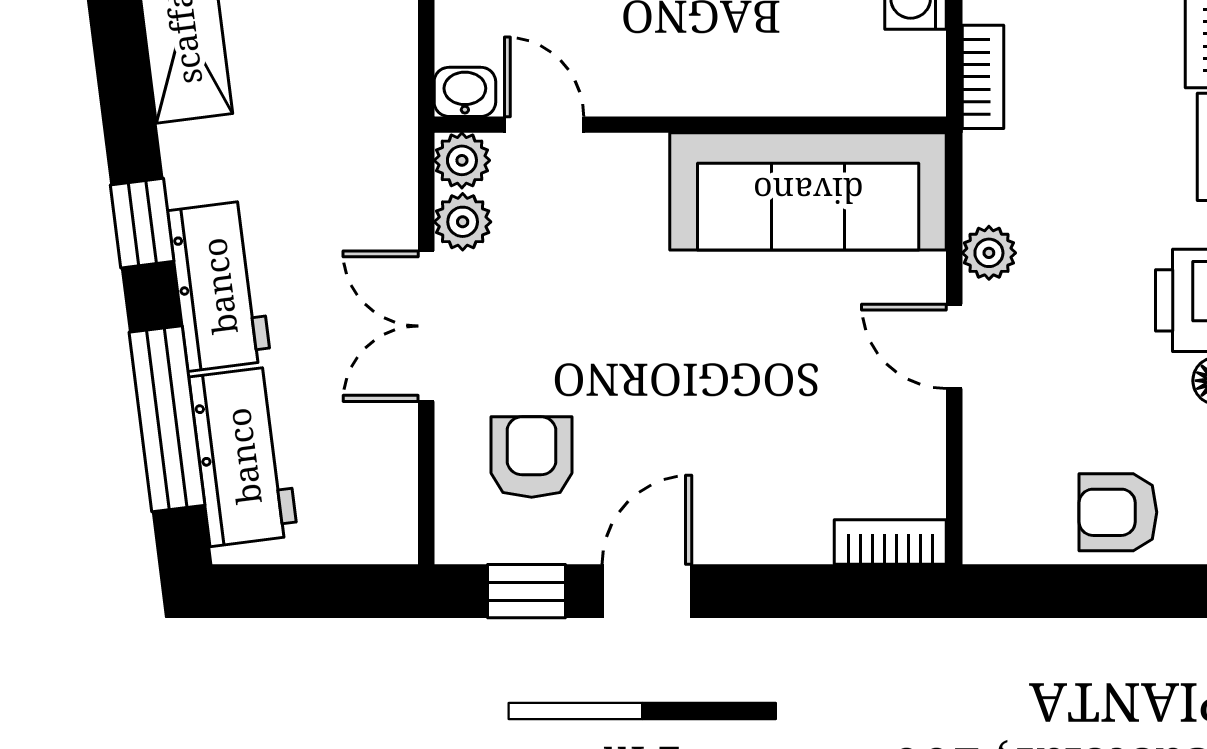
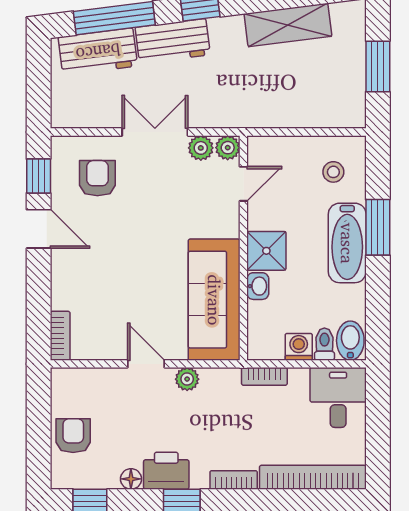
shower: (697, 72) -> (266, 251), added
washbasin: (465, 92) -> (258, 286), moved
door: (954, 346) -> (146, 364), hinge flipped
armchair: (532, 457) -> (97, 178), turned -90

